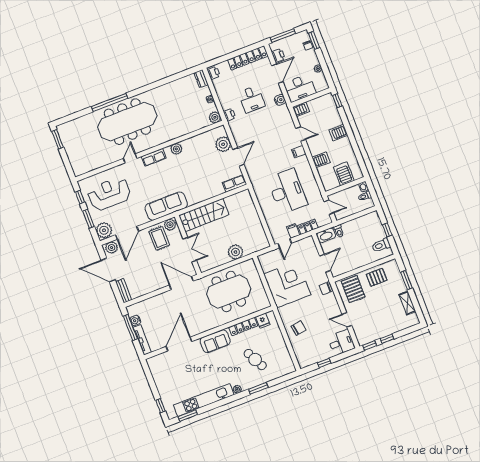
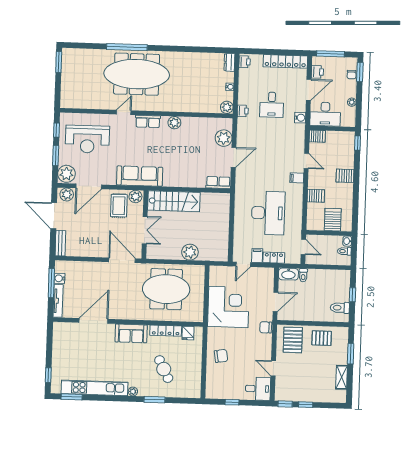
reception desk: (109, 194) -> (87, 139), turned 180

